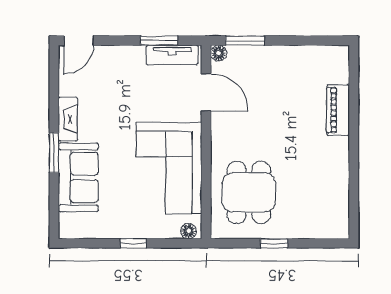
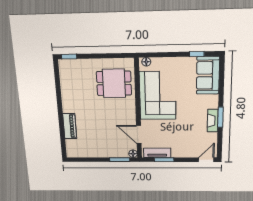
window: (54, 153) -> (220, 117), moved
sofa: (78, 177) -> (208, 75), moved
dining table: (249, 192) -> (114, 83), turned 90
window: (133, 243) -> (197, 54), moved
window: (274, 243) -> (69, 57), moved

